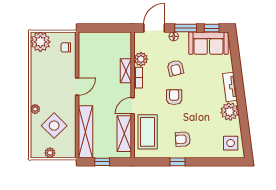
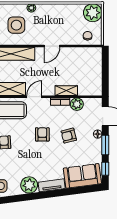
sofa: (208, 43) -> (82, 176), moved, turned 83
door: (77, 87) -> (52, 46), hinge flipped
armchair: (174, 97) -> (42, 134), turned -90
door: (133, 106) -> (34, 97), hinge flipped
side table: (54, 126) -> (16, 25), turned 45

